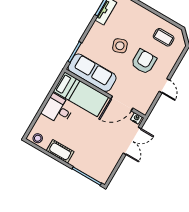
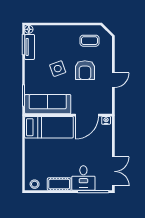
armchair: (144, 62) -> (85, 70), turned 180
door: (164, 86) -> (113, 80), hinge flipped
desk: (58, 109) -> (83, 178), moved, turned -90
double door: (132, 141) -> (113, 171), moved

